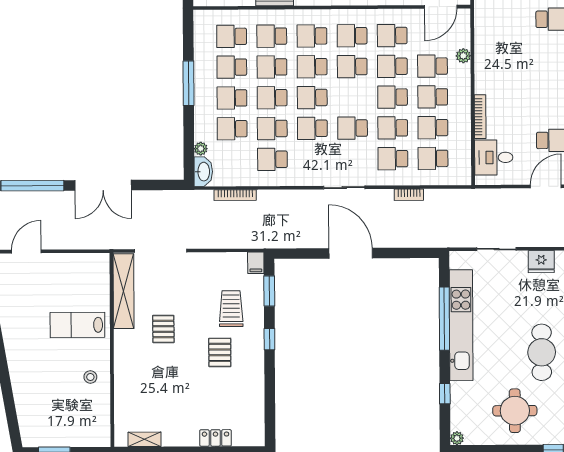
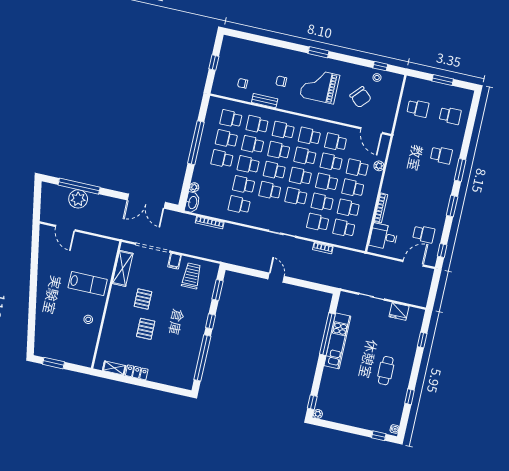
door: (441, 7) -> (371, 131), hinge flipped
window: (188, 83) -> (196, 143), width x1.46
school desk: (232, 129) -> (301, 176), moved
double door: (103, 185) -> (146, 201), moved
plant: (35, 205) -> (78, 199), added
door: (26, 251) -> (65, 228), swing flipped
door: (351, 253) -> (276, 278), width x0.53
filing cabinet: (256, 263) -> (175, 261), moved
shelving: (124, 291) -> (123, 268), width x0.68
trolley: (231, 309) -> (192, 276), moved
lab bench: (77, 325) -> (88, 284), turned 180
kitchen unit: (461, 325) -> (337, 341), width x0.73
pallet: (220, 352) -> (146, 329), moved
cafe table: (542, 352) -> (386, 371), width x0.73, depth x0.74
window: (445, 394) -> (312, 402), moved
window: (270, 395) -> (202, 358), added
round table: (515, 411) -> (360, 405), removed
locker: (215, 438) -> (137, 372), moved

